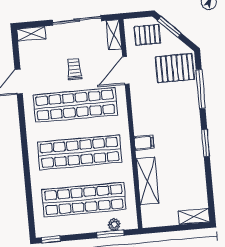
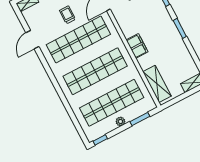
filing cabinet: (144, 143) -> (137, 46), width x2.00
shelving: (148, 181) -> (157, 84), moved
plant: (114, 224) -> (120, 121), moved

